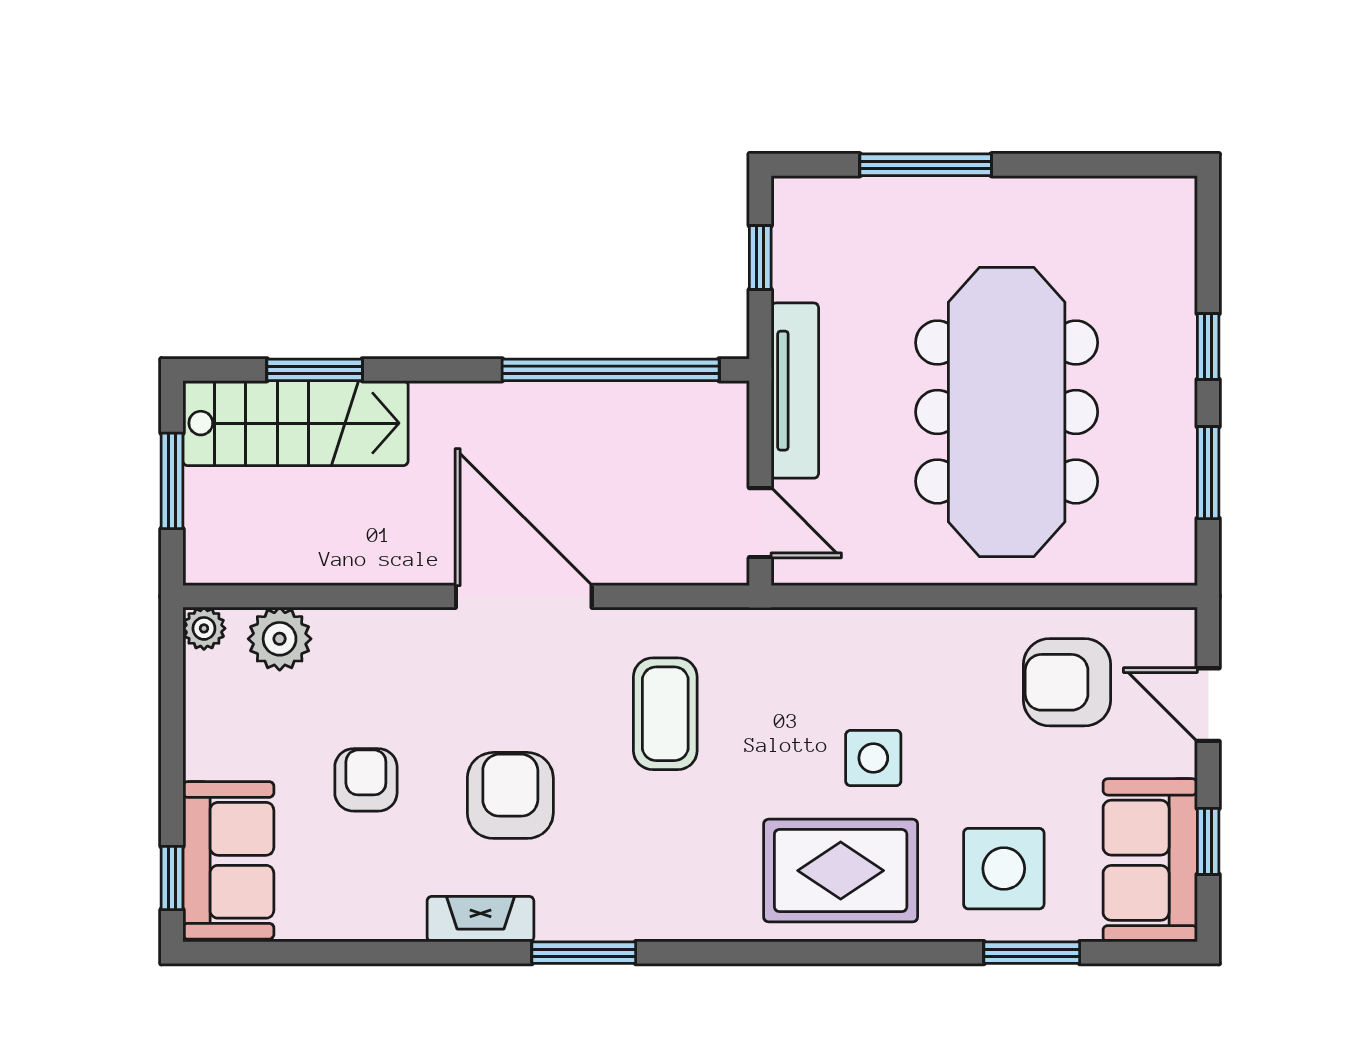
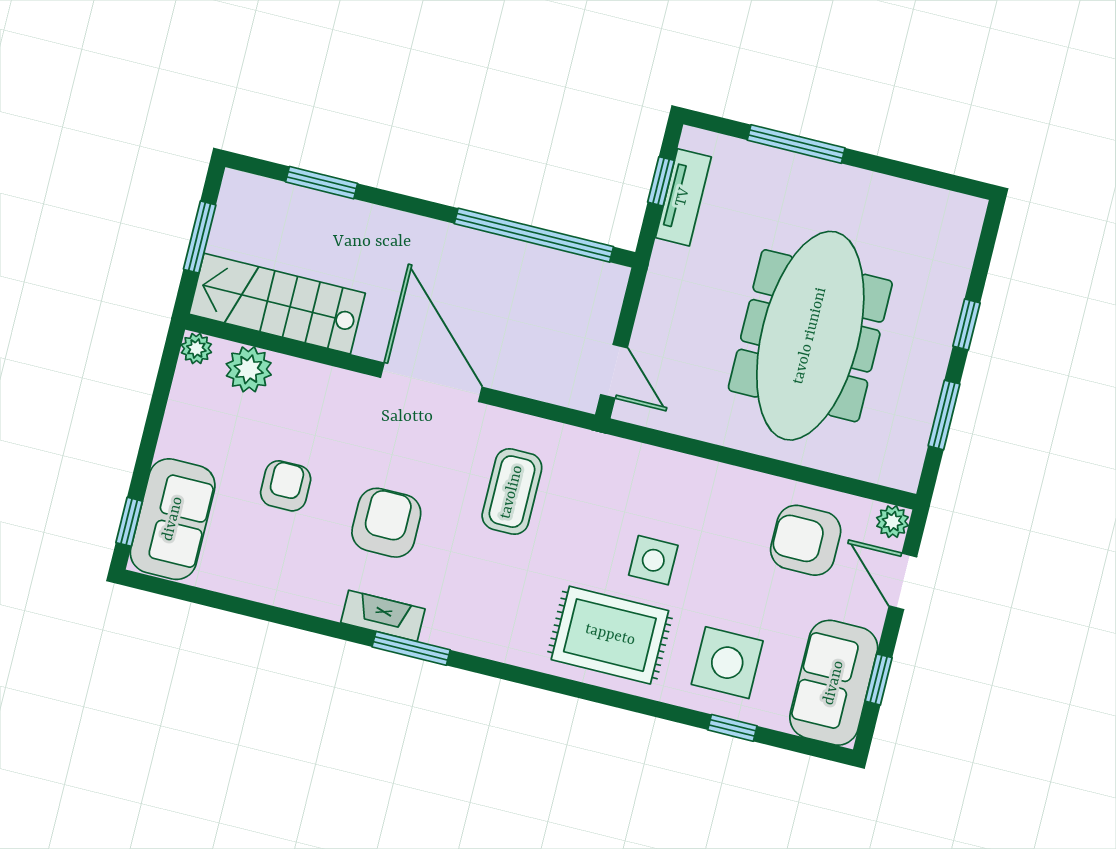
tv unit: (795, 391) -> (683, 197), moved, width x0.71
stairs: (295, 423) -> (277, 304), moved, turned 180
plant: (1175, 630) -> (892, 522), added
fireplace: (480, 919) -> (383, 616), moved
window: (1032, 953) -> (732, 728), width x0.67

